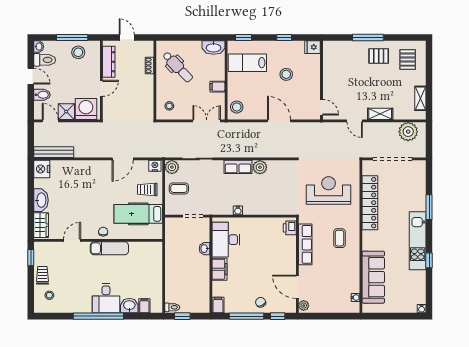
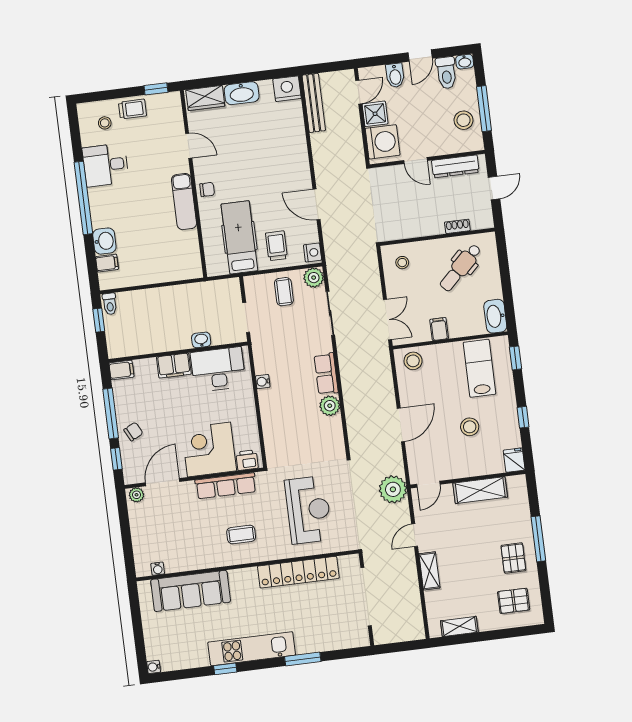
shelving: (330, 73) -> (480, 490), added
plant: (408, 132) -> (393, 489), moved
corner desk: (279, 253) -> (209, 449), added
desk: (106, 298) -> (106, 165), moved

